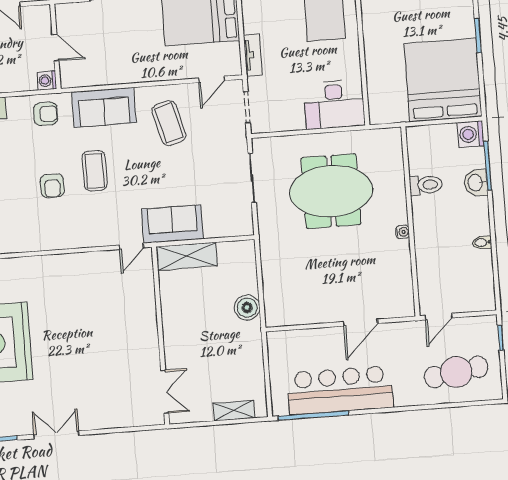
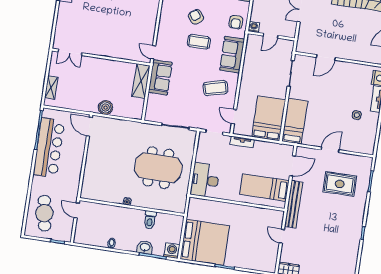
armchair: (52, 186) -> (196, 17), turned 54
meeting table: (331, 191) -> (158, 168), turned 90
door: (361, 323) -> (89, 127), moved

